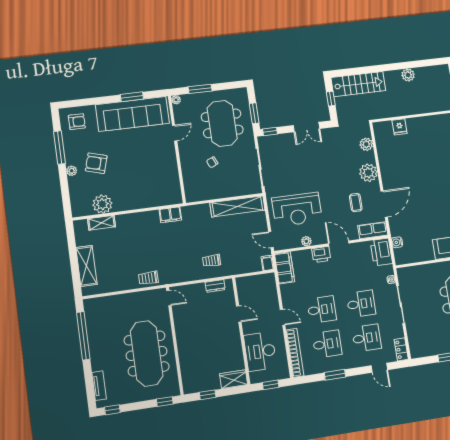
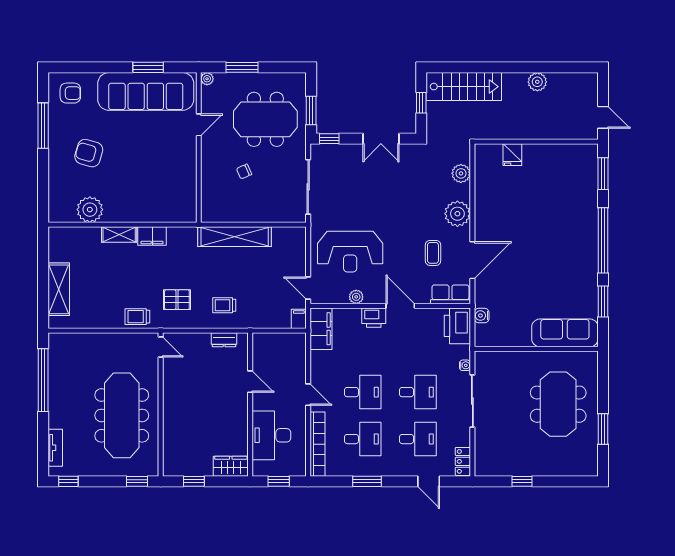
meeting table: (222, 123) -> (265, 119), turned 90
plant: (72, 171) -> (55, 159), removed
shelving: (237, 206) -> (235, 237), moved
filing cabinet: (170, 215) -> (152, 236), moved
shelving: (102, 223) -> (119, 234), moved
pallet: (176, 261) -> (177, 300), added

